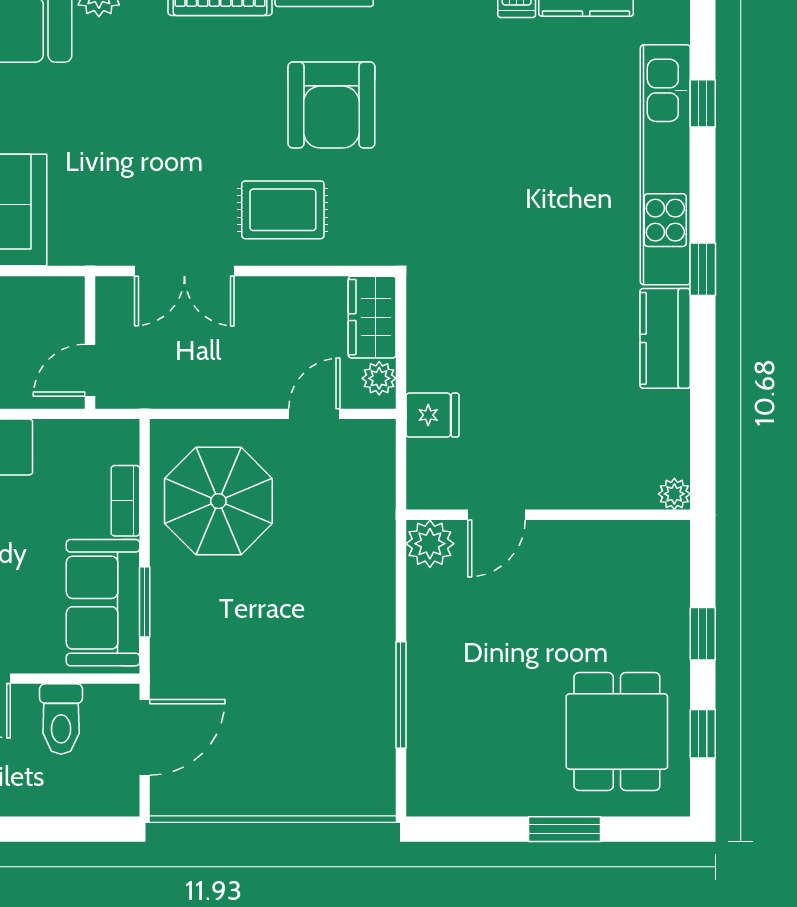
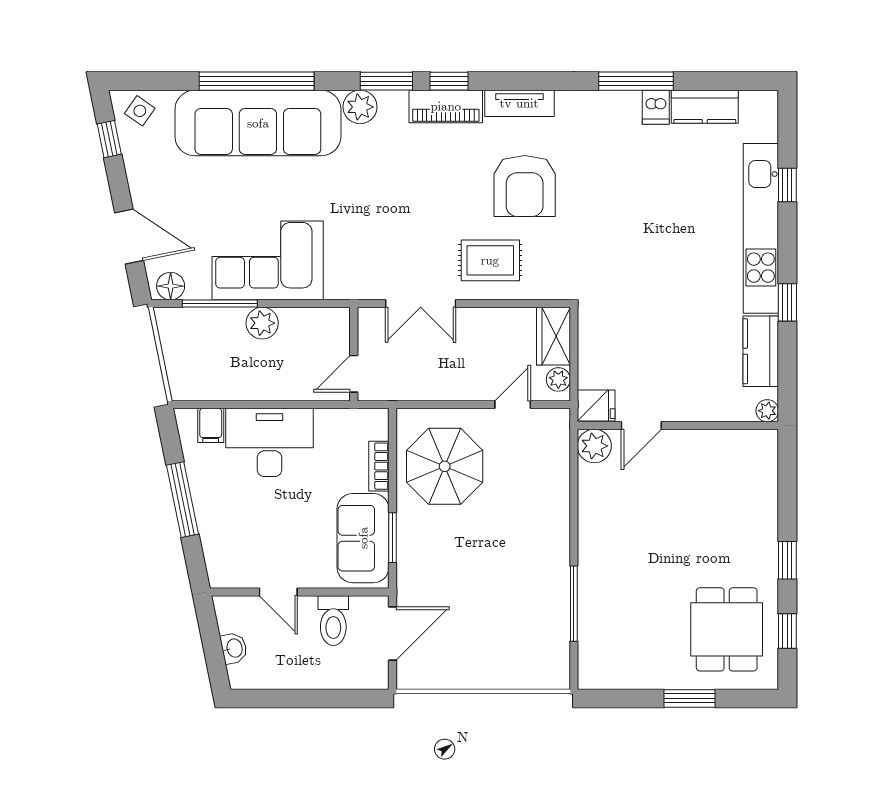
plant: (674, 494) -> (767, 411), moved
door: (496, 515) -> (641, 425), moved
wall: (548, 515) -> (678, 425), moved
plant: (430, 544) -> (594, 446), moved

